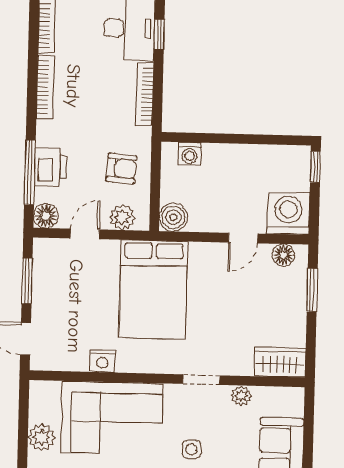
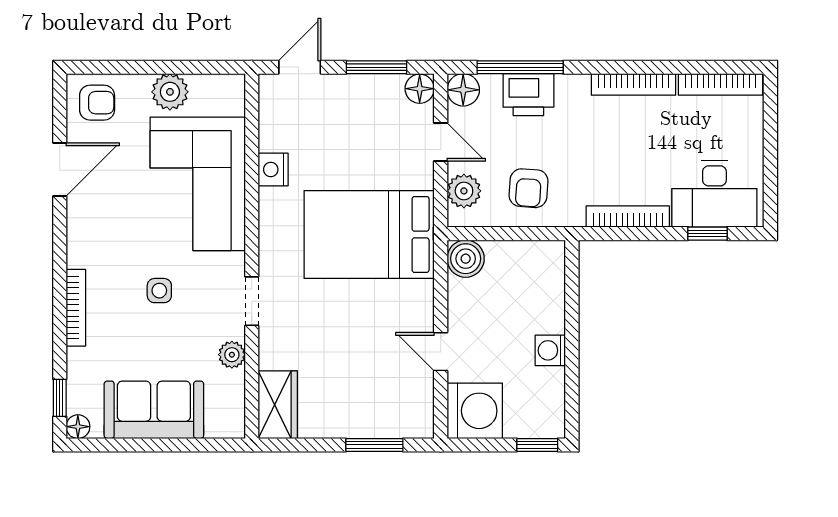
washing machine: (190, 154) -> (550, 350), moved
floor lamp: (283, 255) -> (420, 89), moved

